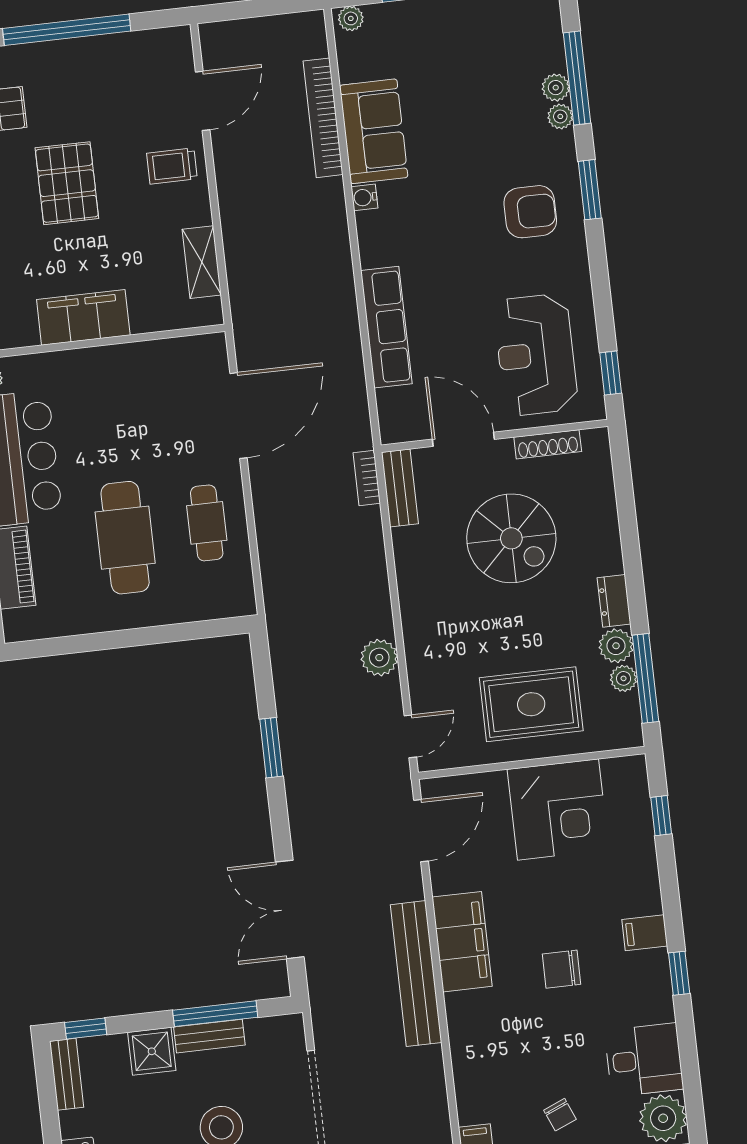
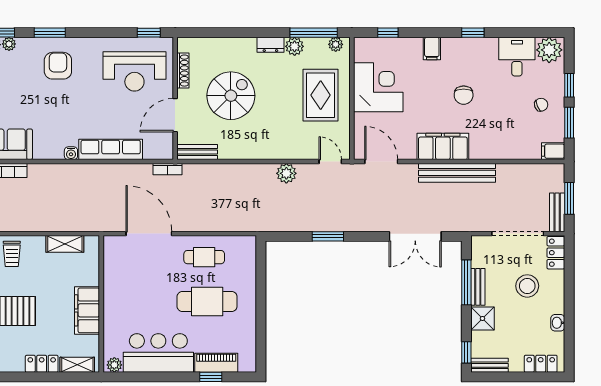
water cooler: (364, 197) -> (71, 153), moved
bookcase: (367, 478) -> (168, 169), moved
plant: (624, 678) -> (336, 44), moved
filing cabinet: (645, 933) -> (432, 49), moved

